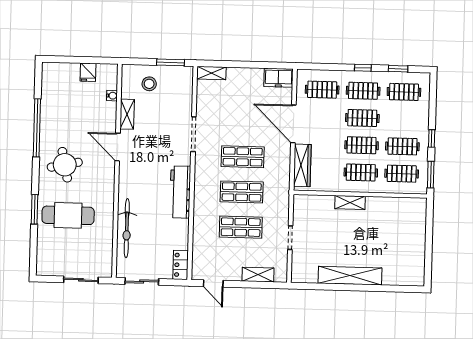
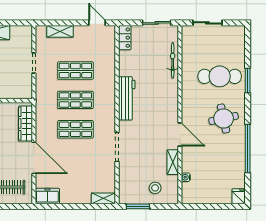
fridge: (88, 72) -> (239, 196), moved
bicycle: (127, 228) -> (173, 60), width x0.73, depth x0.71

